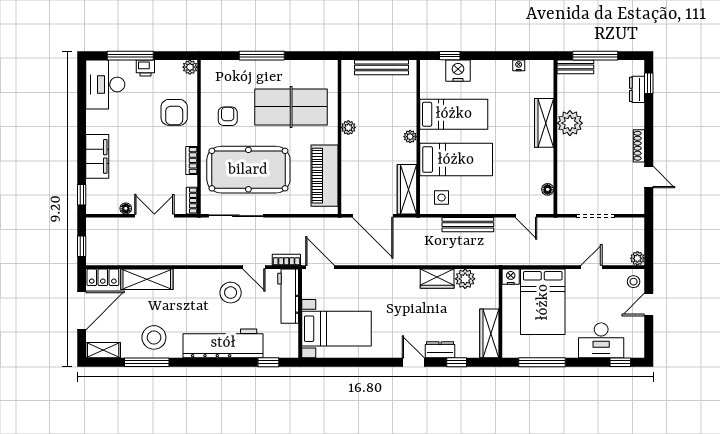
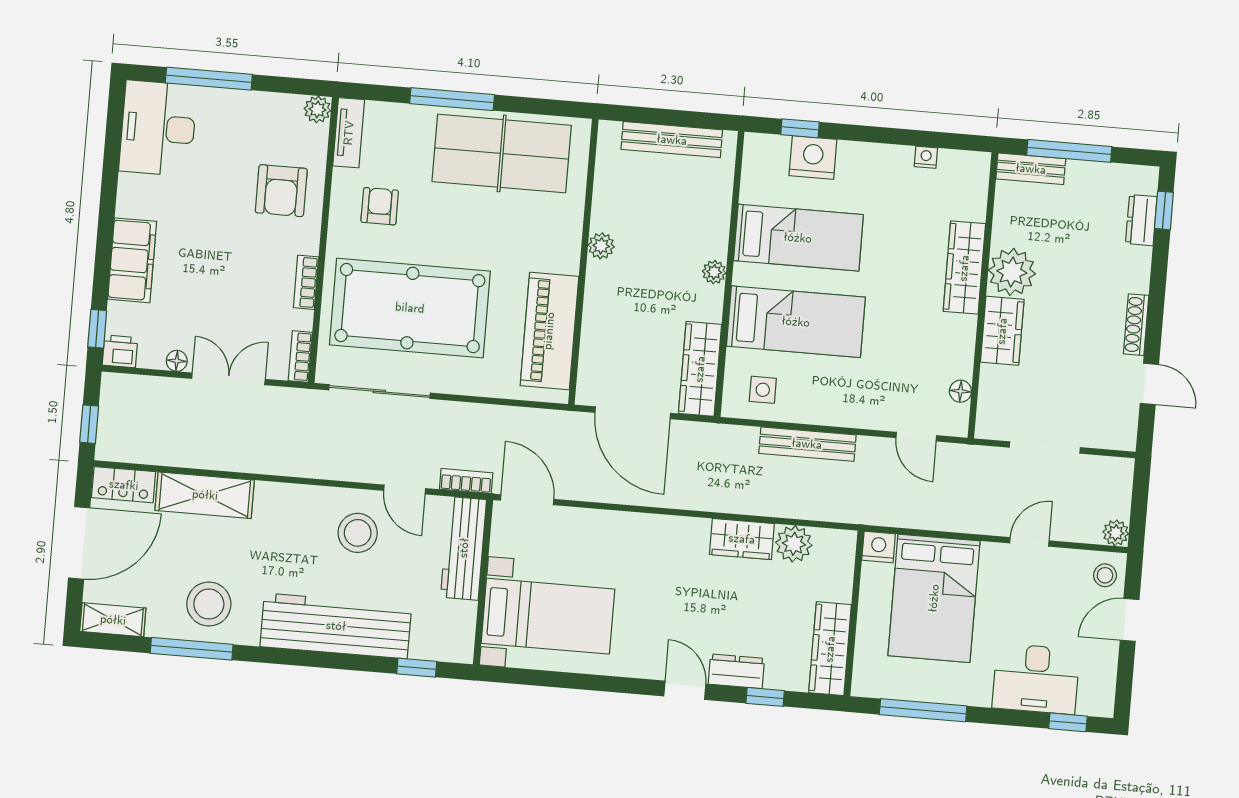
printer: (145, 68) -> (120, 351), moved, turned 180
tv unit: (208, 78) -> (349, 133), added
table tennis table: (291, 107) -> (502, 153), moved
wardrobe: (567, 155) -> (1002, 331), added

